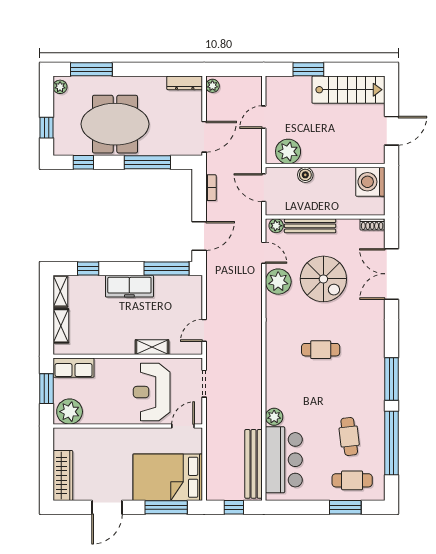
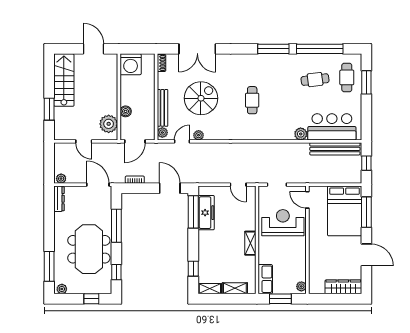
plant: (278, 282) -> (199, 135), width x0.53, depth x0.53
freezer: (129, 286) -> (206, 213), moved
shelving: (152, 347) -> (250, 243), moved
reception desk: (152, 392) -> (283, 223), turned 180
plant: (70, 412) -> (301, 286), width x0.53, depth x0.53

